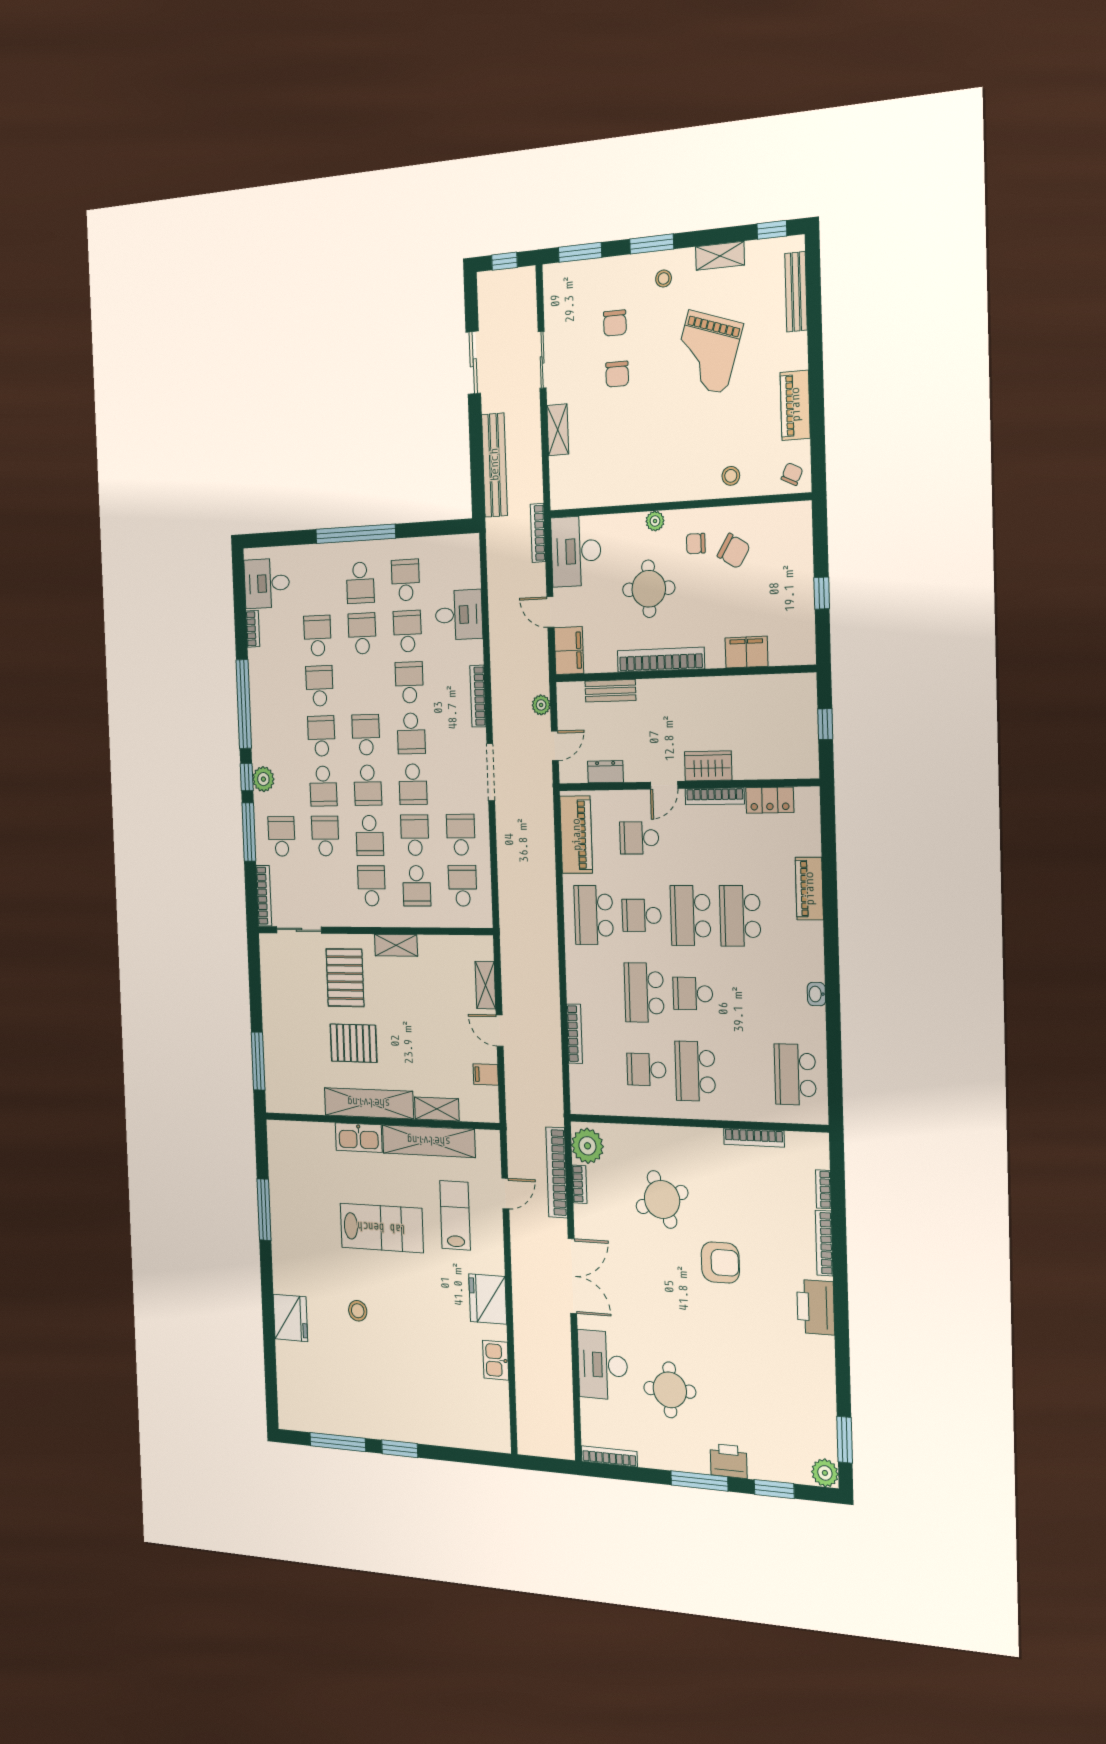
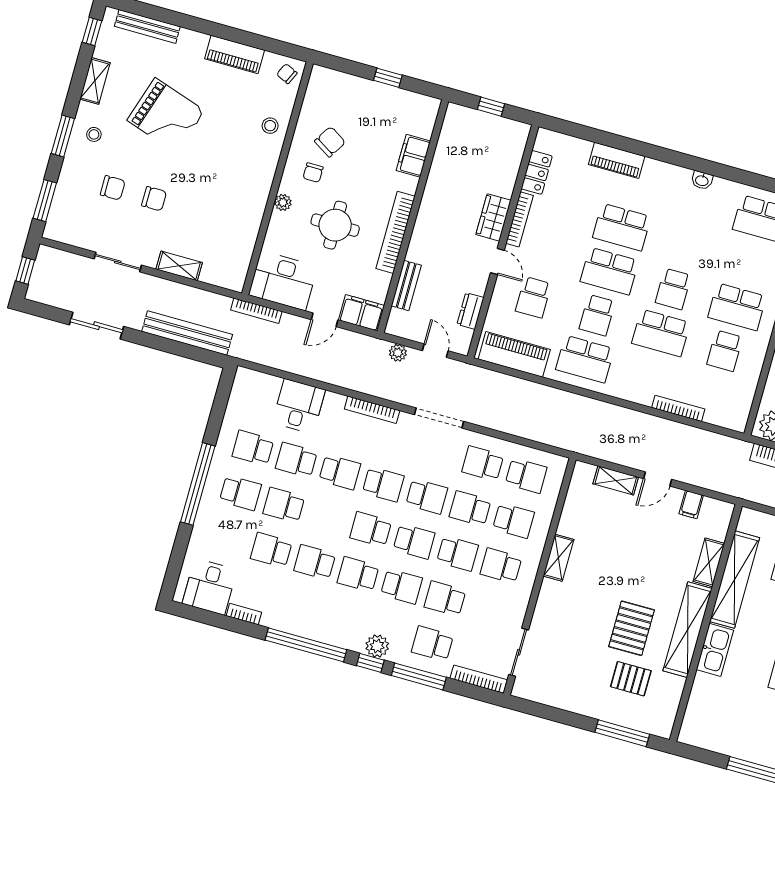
school desk: (409, 682) -> (340, 472), turned 180
school desk: (463, 886) -> (526, 476), turned 180
pallet: (345, 978) -> (631, 679), moved, width x0.67, depth x0.71

